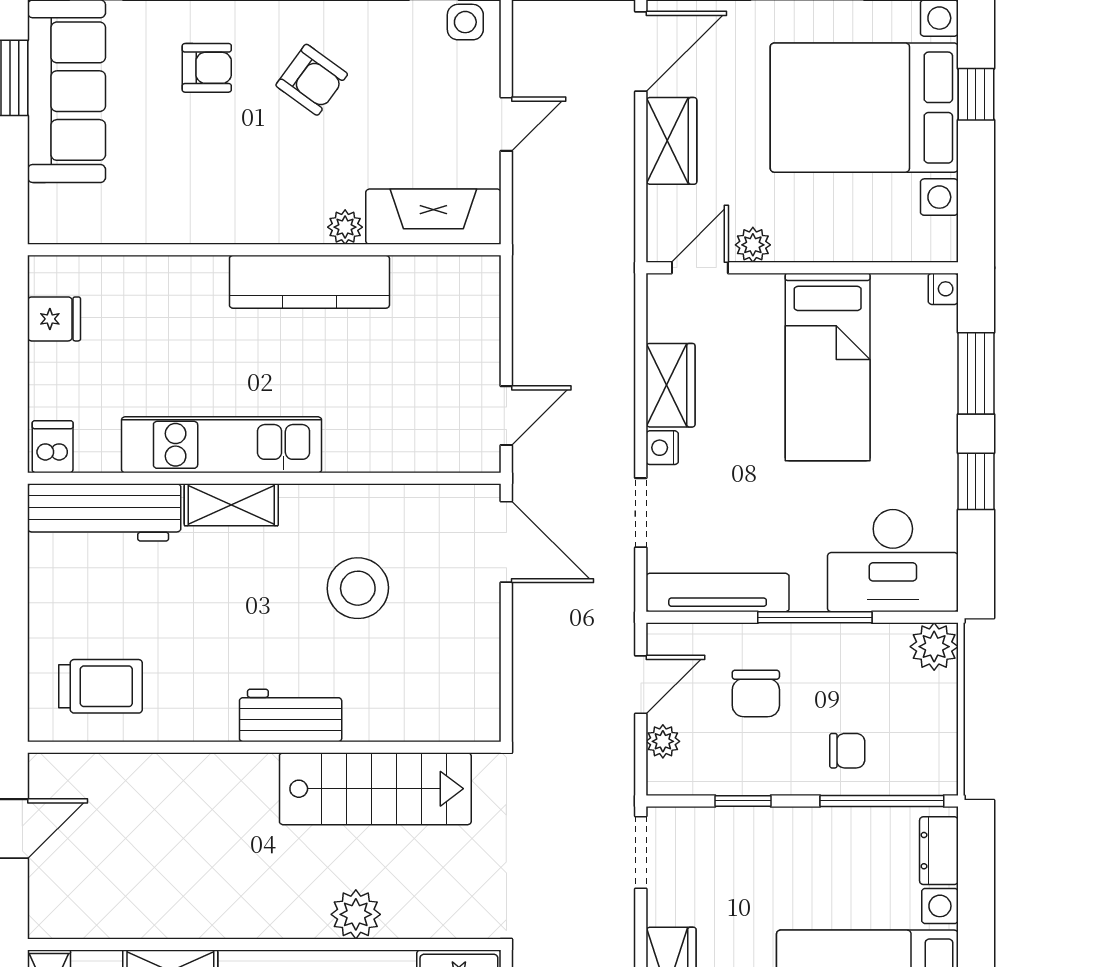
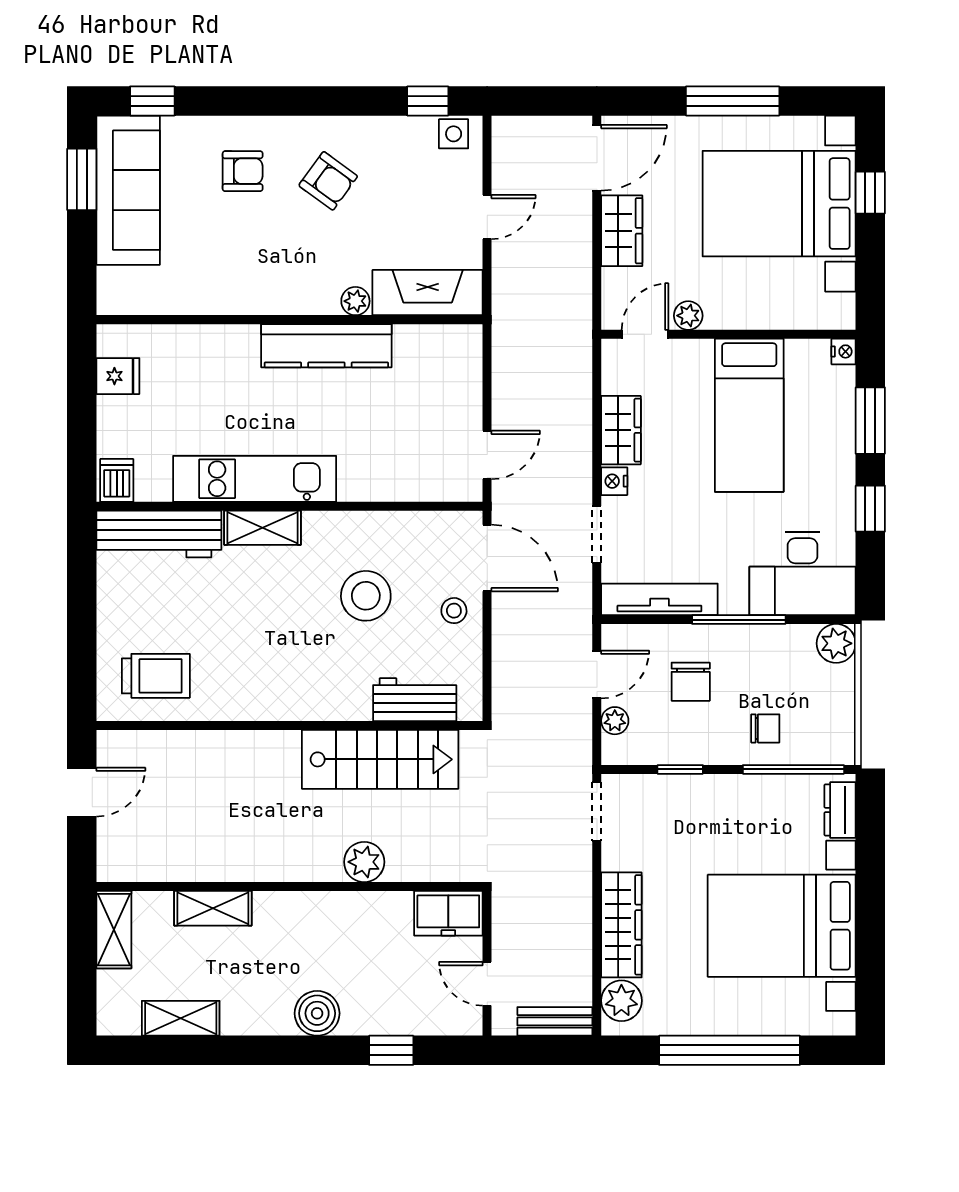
stool: (466, 606) -> (454, 611), added
workbench: (291, 715) -> (415, 700), moved

